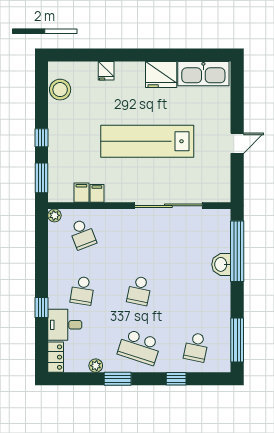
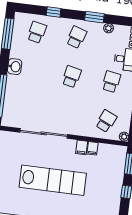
filing cabinet: (81, 193) -> (82, 147), moved
school desk: (82, 234) -> (106, 121), turned 45
washbasin: (221, 264) -> (15, 67), moved
school desk: (139, 347) -> (76, 37), width x0.54

